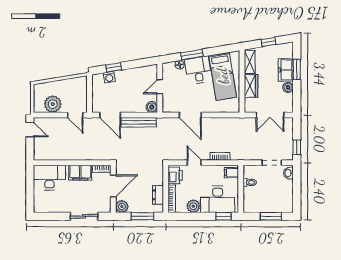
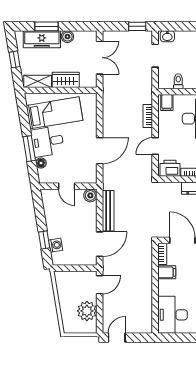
freezer: (286, 70) -> (42, 39), width x1.40
filing cabinet: (80, 173) -> (167, 272), width x0.50

